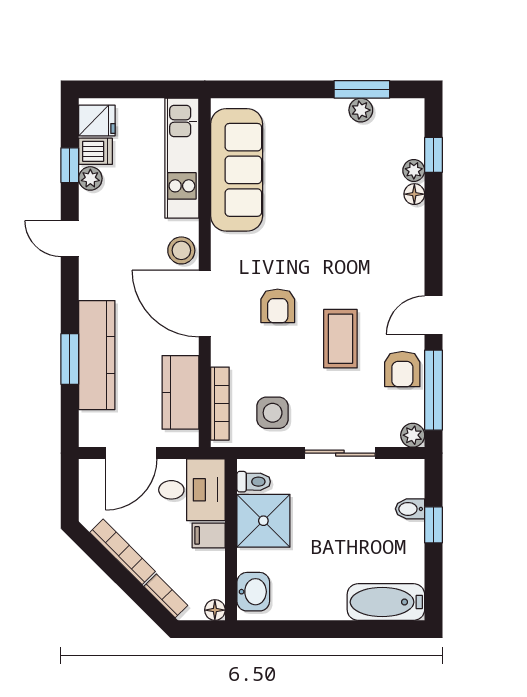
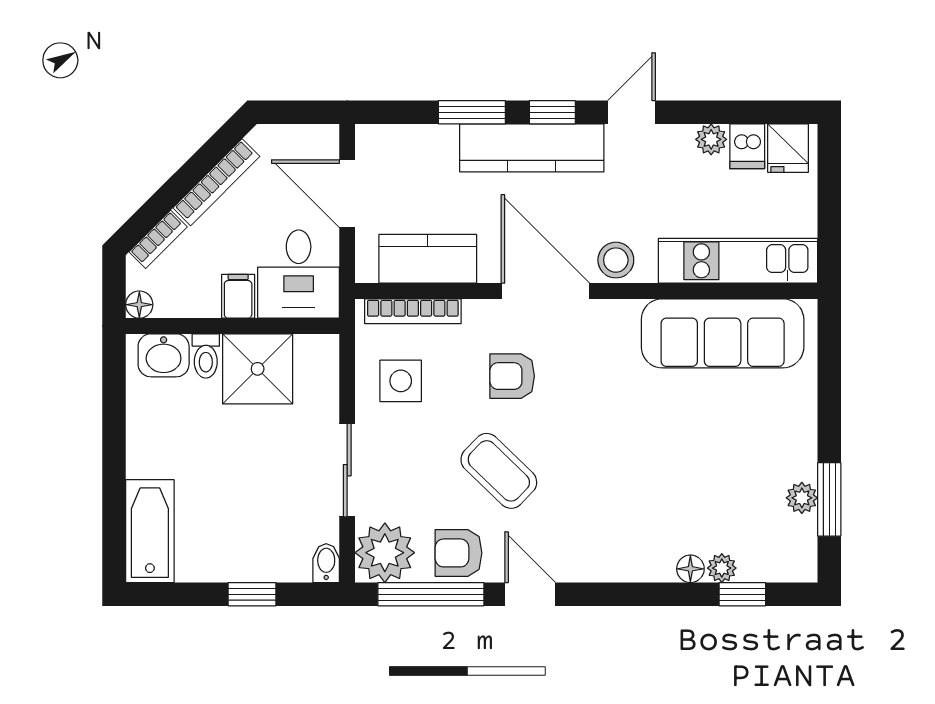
window: (70, 165) -> (552, 112), moved
door: (205, 304) -> (545, 291), hinge flipped
armchair: (278, 306) -> (512, 376), moved
coffee table: (340, 339) -> (499, 471), turned 44
kitchen counter: (97, 355) -> (532, 148), moved
plant: (413, 435) -> (385, 553), width x1.88, depth x1.88
toilet: (254, 482) -> (206, 356), moved
bidet: (410, 509) -> (326, 563), moved

